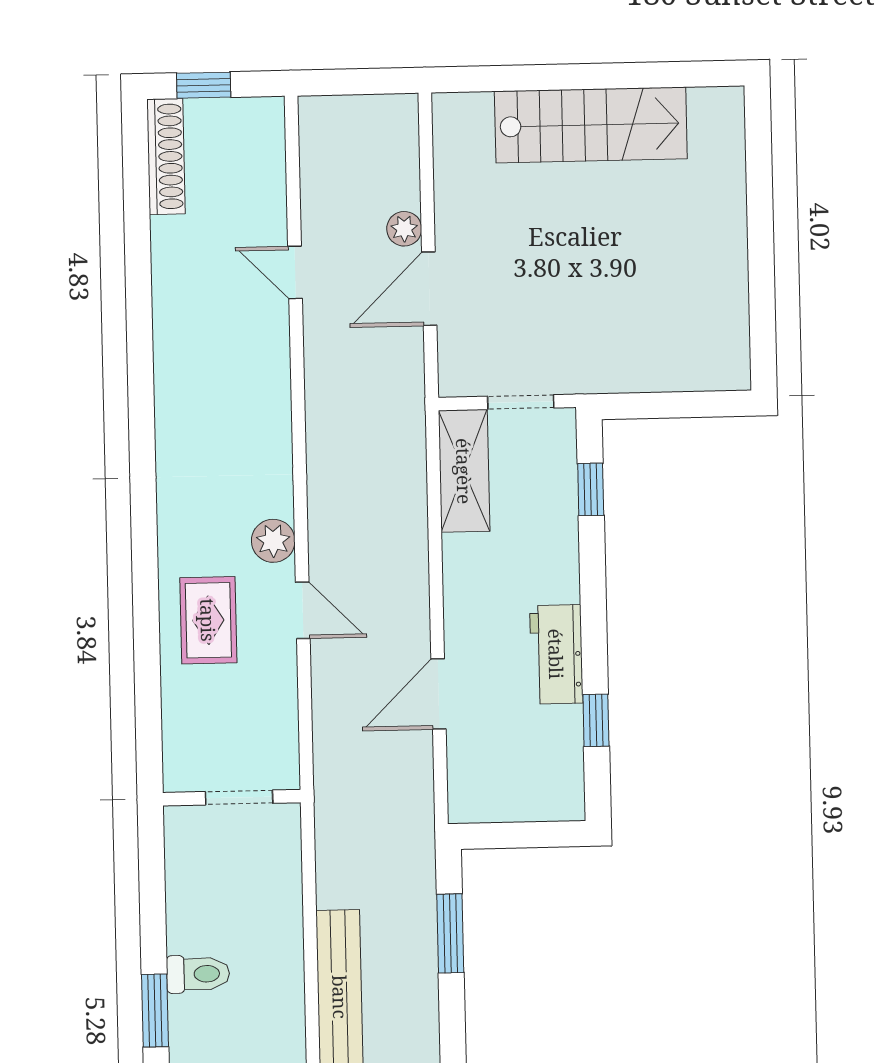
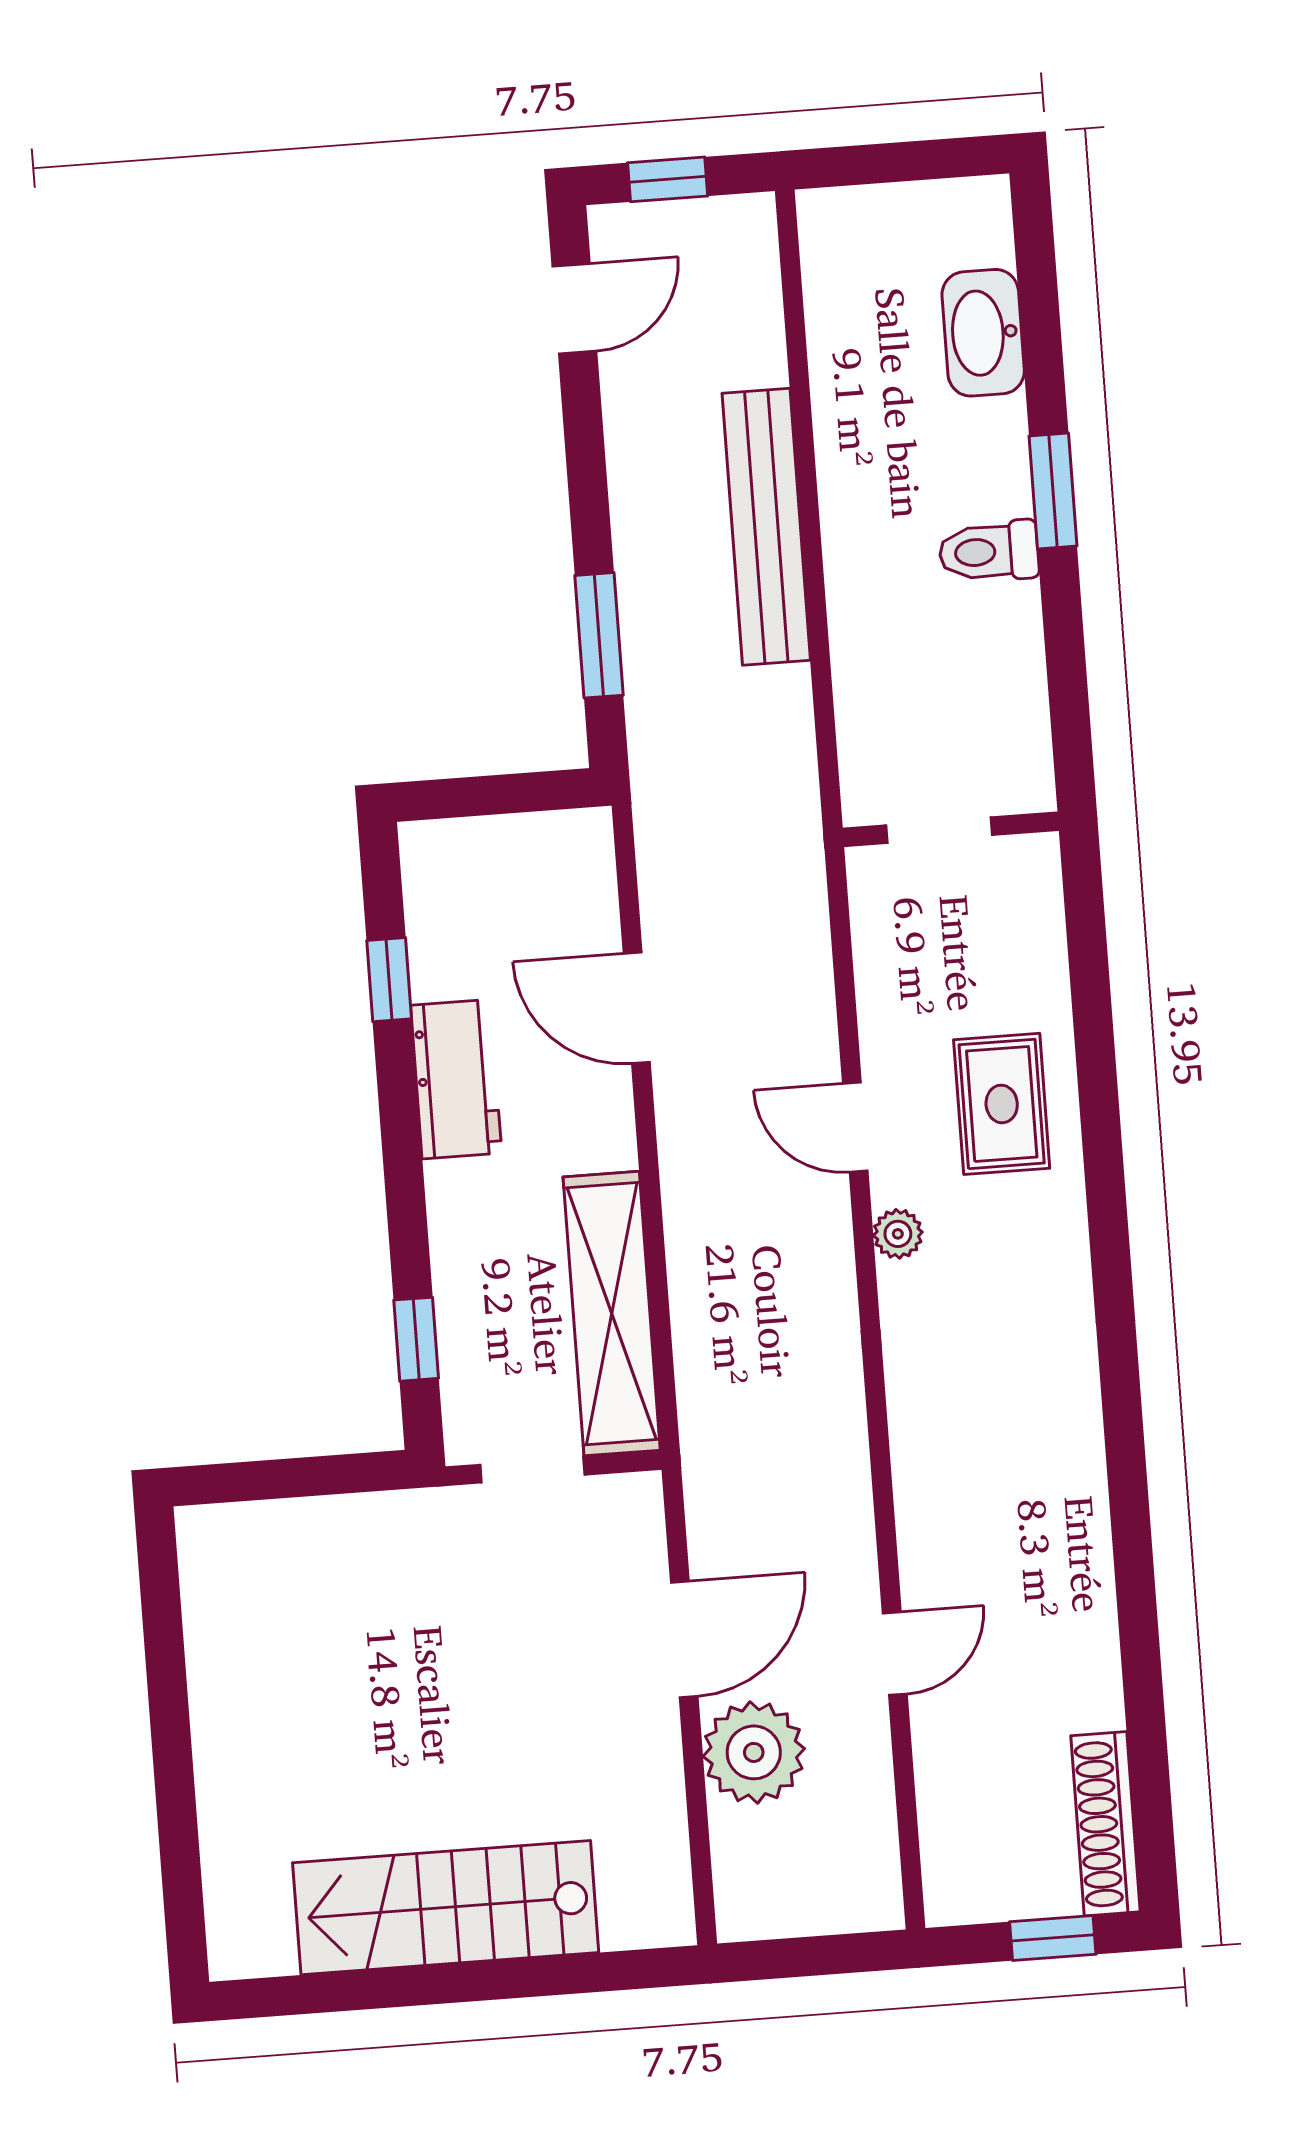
plant: (404, 229) -> (754, 1752), width x1.88, depth x1.88
door: (295, 272) -> (895, 1653), hinge flipped
shelving: (464, 471) -> (612, 1314), width x1.47
plant: (273, 541) -> (898, 1234), width x0.73, depth x0.73
door: (438, 694) -> (637, 1008), swing flipped

